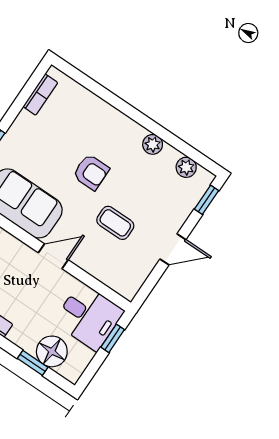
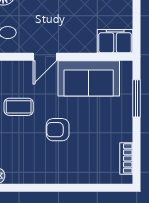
plant: (153, 144) -> (29, 176), removed

